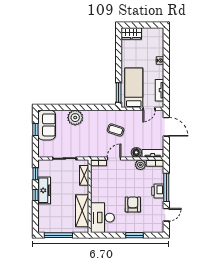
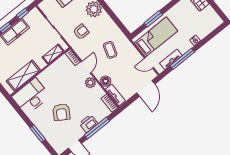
window: (166, 81) -> (182, 59), added
window: (119, 92) -> (153, 19), moved
armchair: (84, 141) -> (81, 32), added
door: (114, 158) -> (86, 67), hinge flipped
plant: (140, 165) -> (90, 83), moved
armchair: (133, 204) -> (61, 112), turned 122

